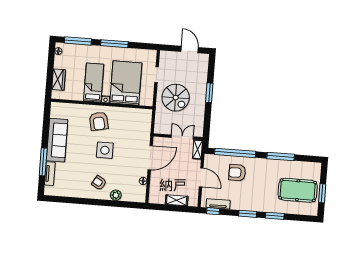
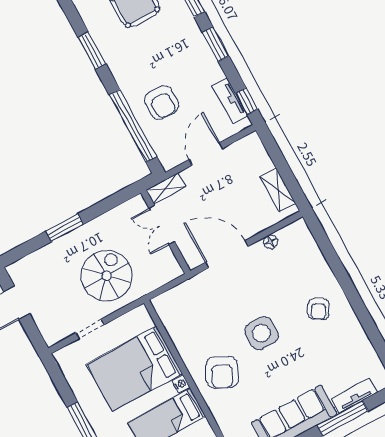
armchair: (99, 121) -> (222, 372), turned 128
window: (281, 156) -> (92, 51), width x0.69
plant: (116, 195) -> (321, 270), removed
shelving: (177, 200) -> (278, 190), moved

